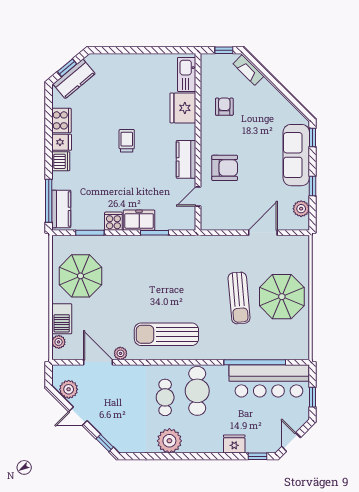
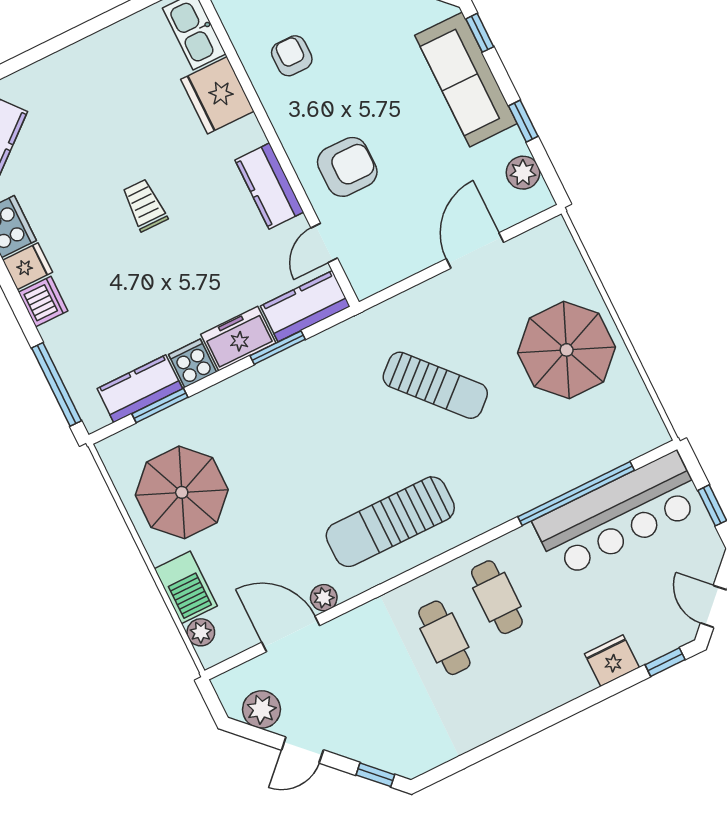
kitchen counter: (61, 209) -> (140, 389), moved, turned -90
kitchen counter: (176, 220) -> (305, 306), added
sun lounger: (239, 298) -> (435, 385), moved, turned -37
cafe table: (197, 391) -> (497, 597), width x0.73, depth x0.74
plant: (169, 441) -> (491, 713), removed

